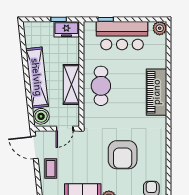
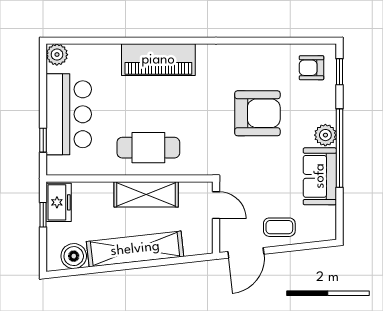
boiler: (41, 116) -> (74, 256), moved

